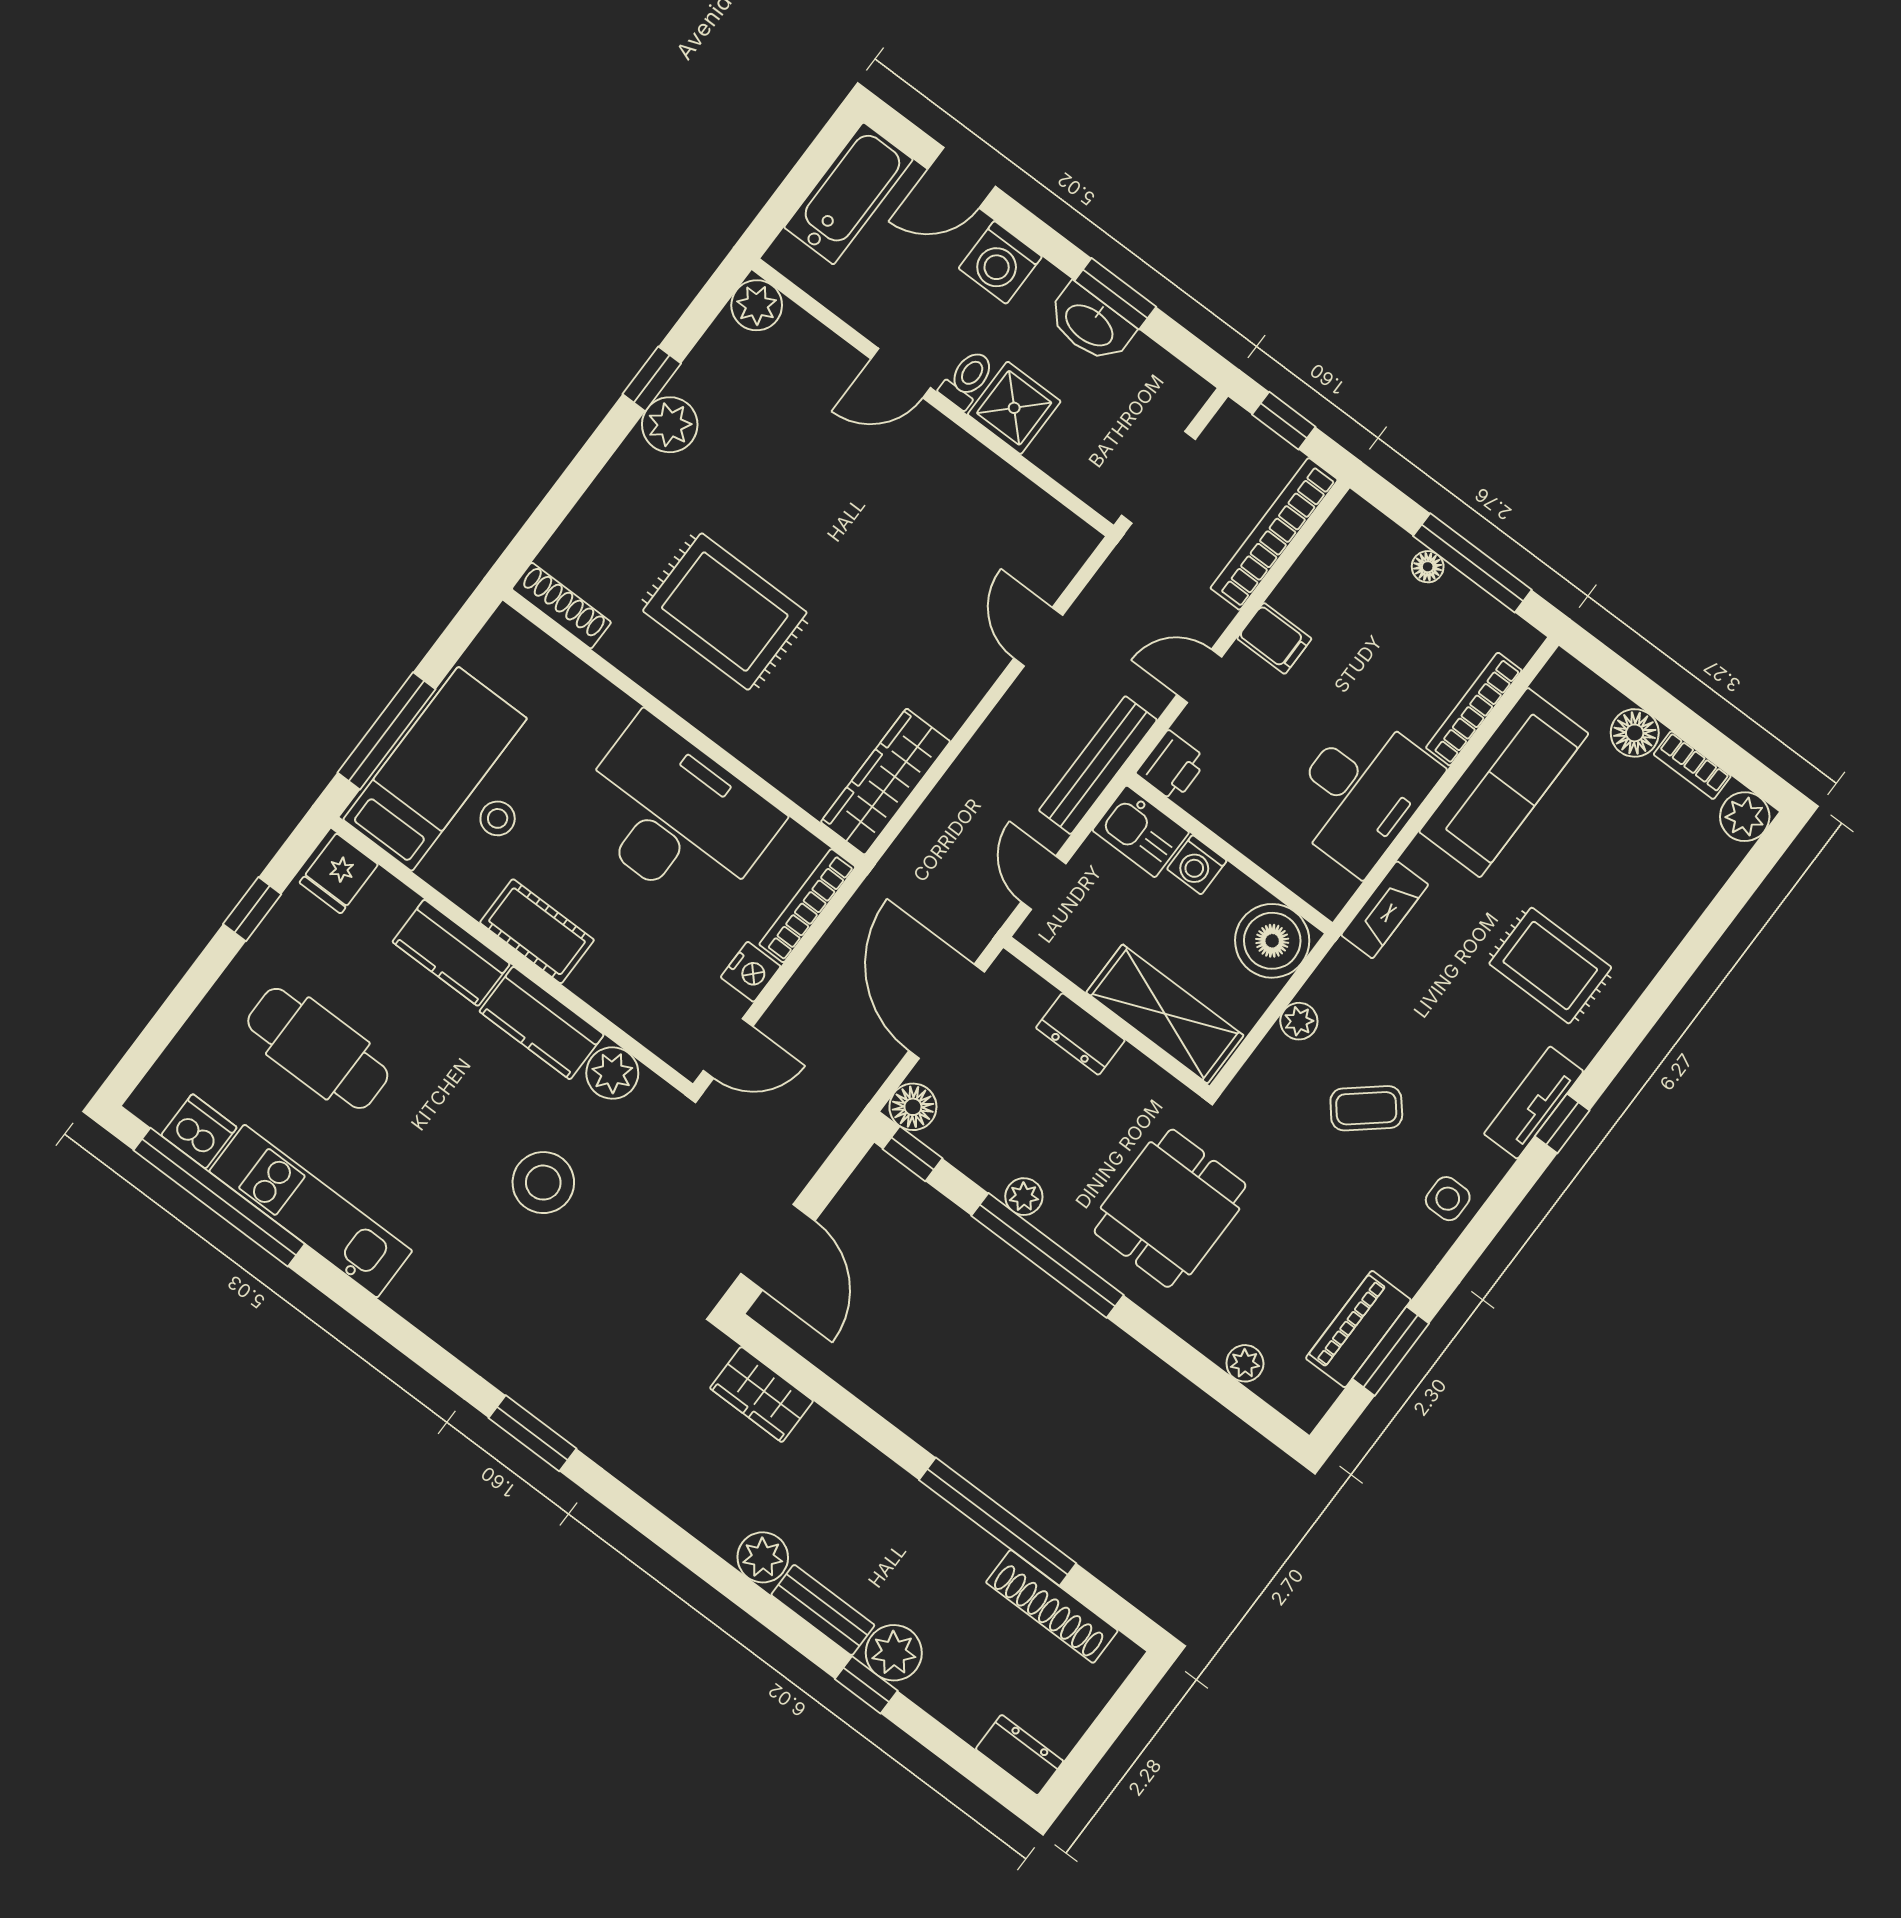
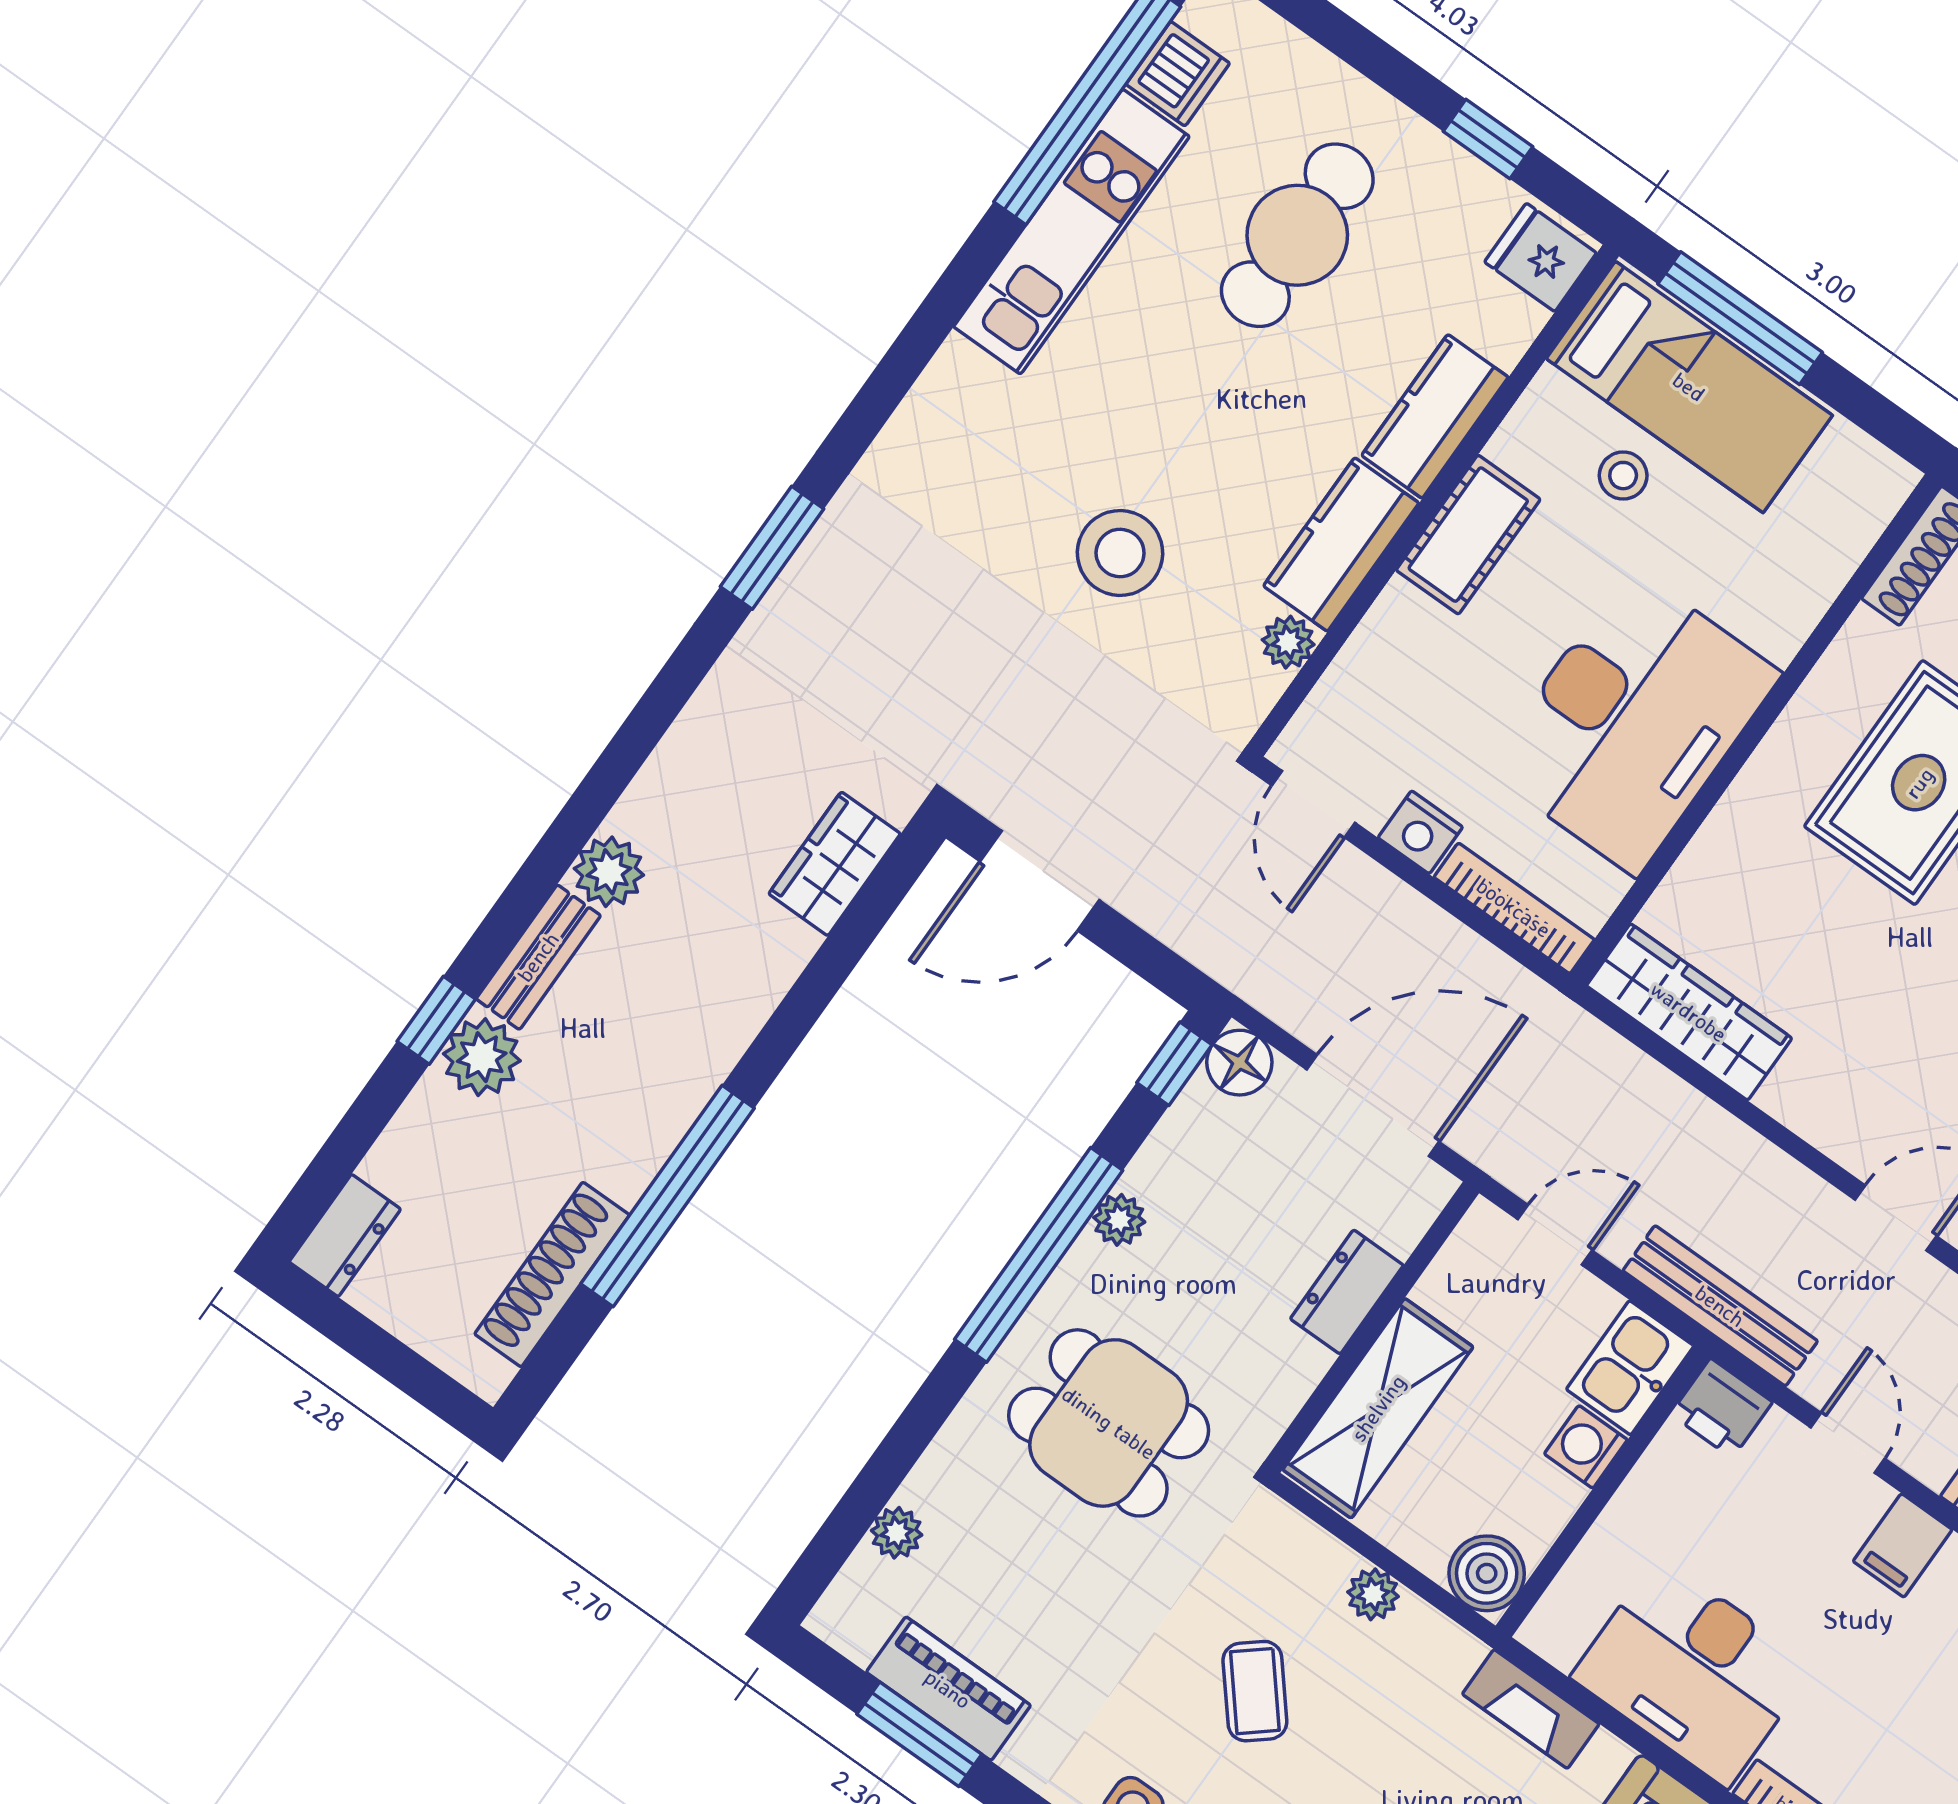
boiler: (1272, 941) -> (1487, 1573), width x0.73, depth x0.73
plant: (612, 1073) -> (1288, 642), width x0.73, depth x0.73

